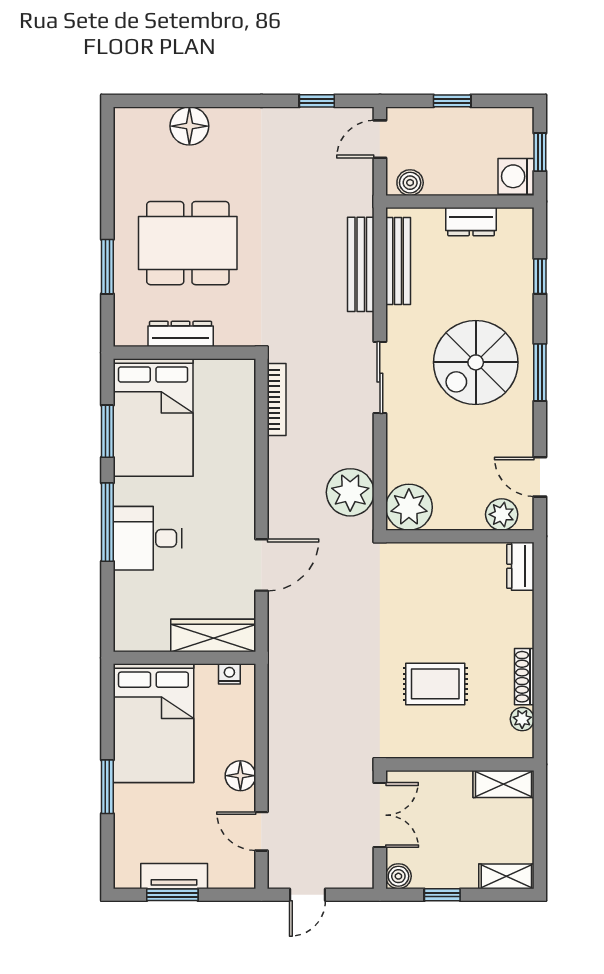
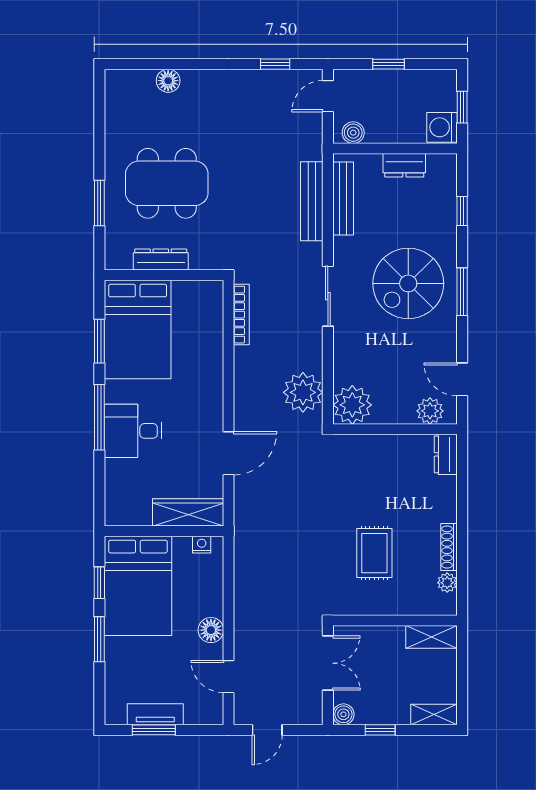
floor lamp: (189, 126) -> (168, 81), width x0.73, depth x0.73
rug: (435, 684) -> (374, 553), turned 90
window: (107, 719) -> (99, 583), added

